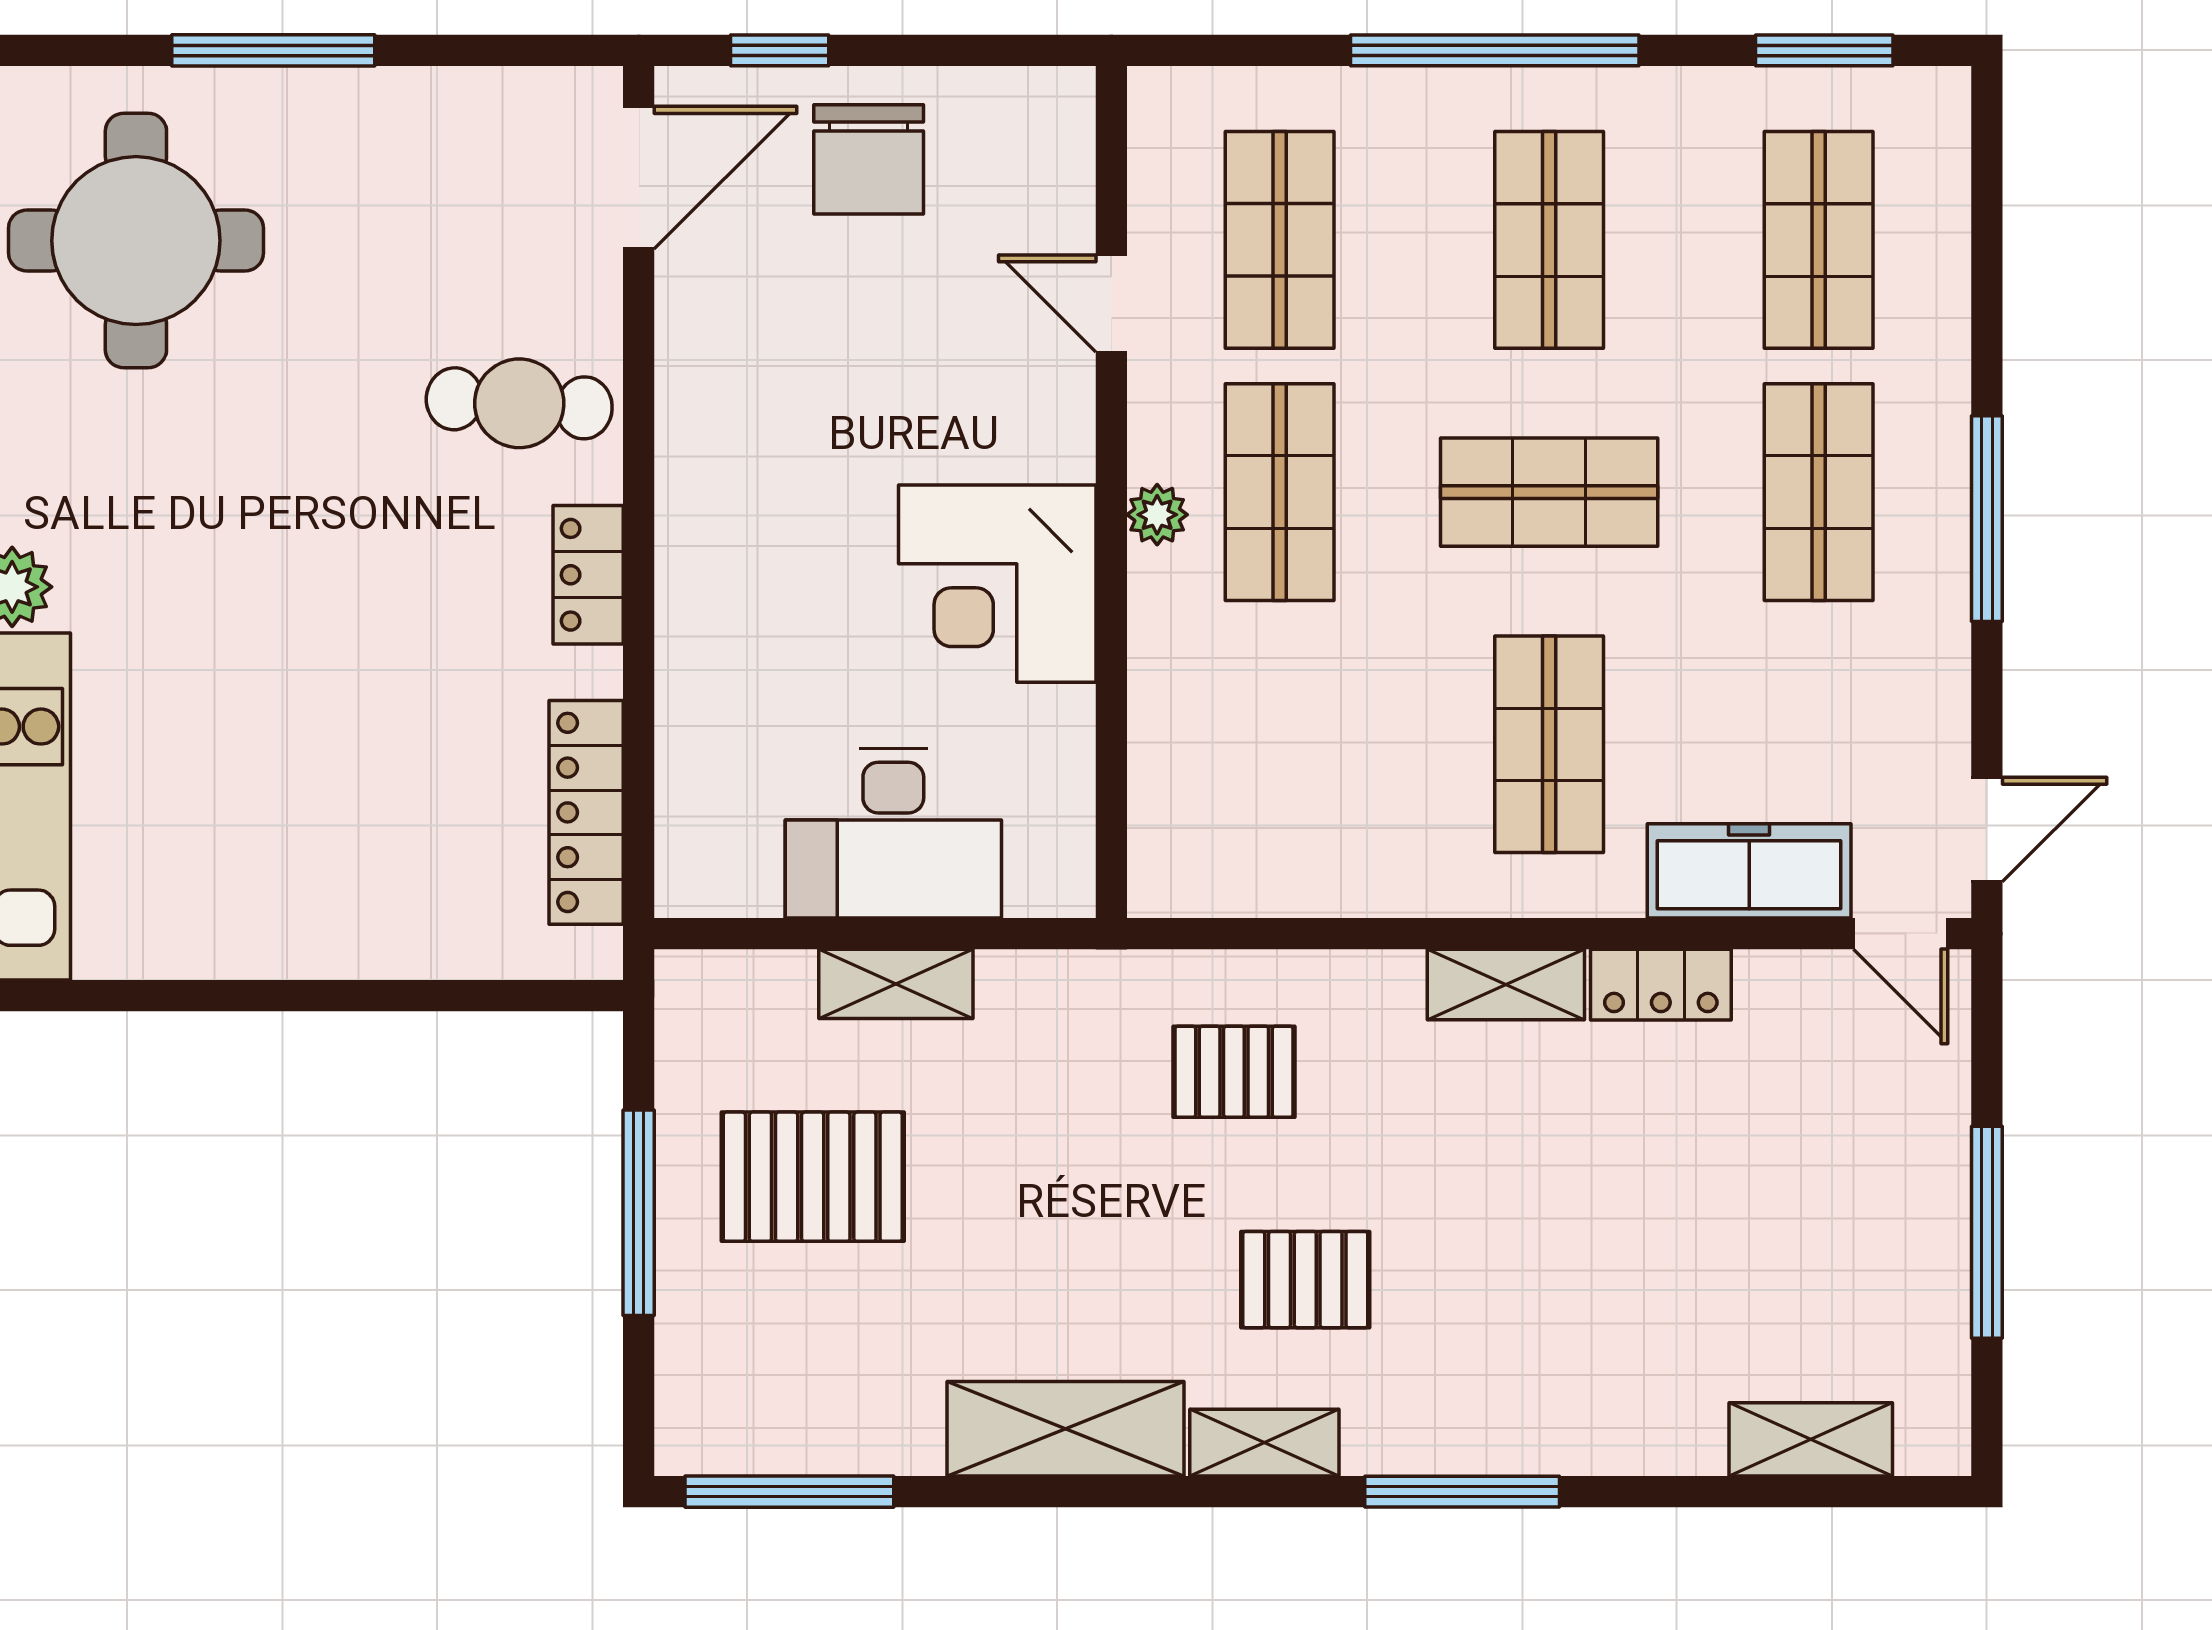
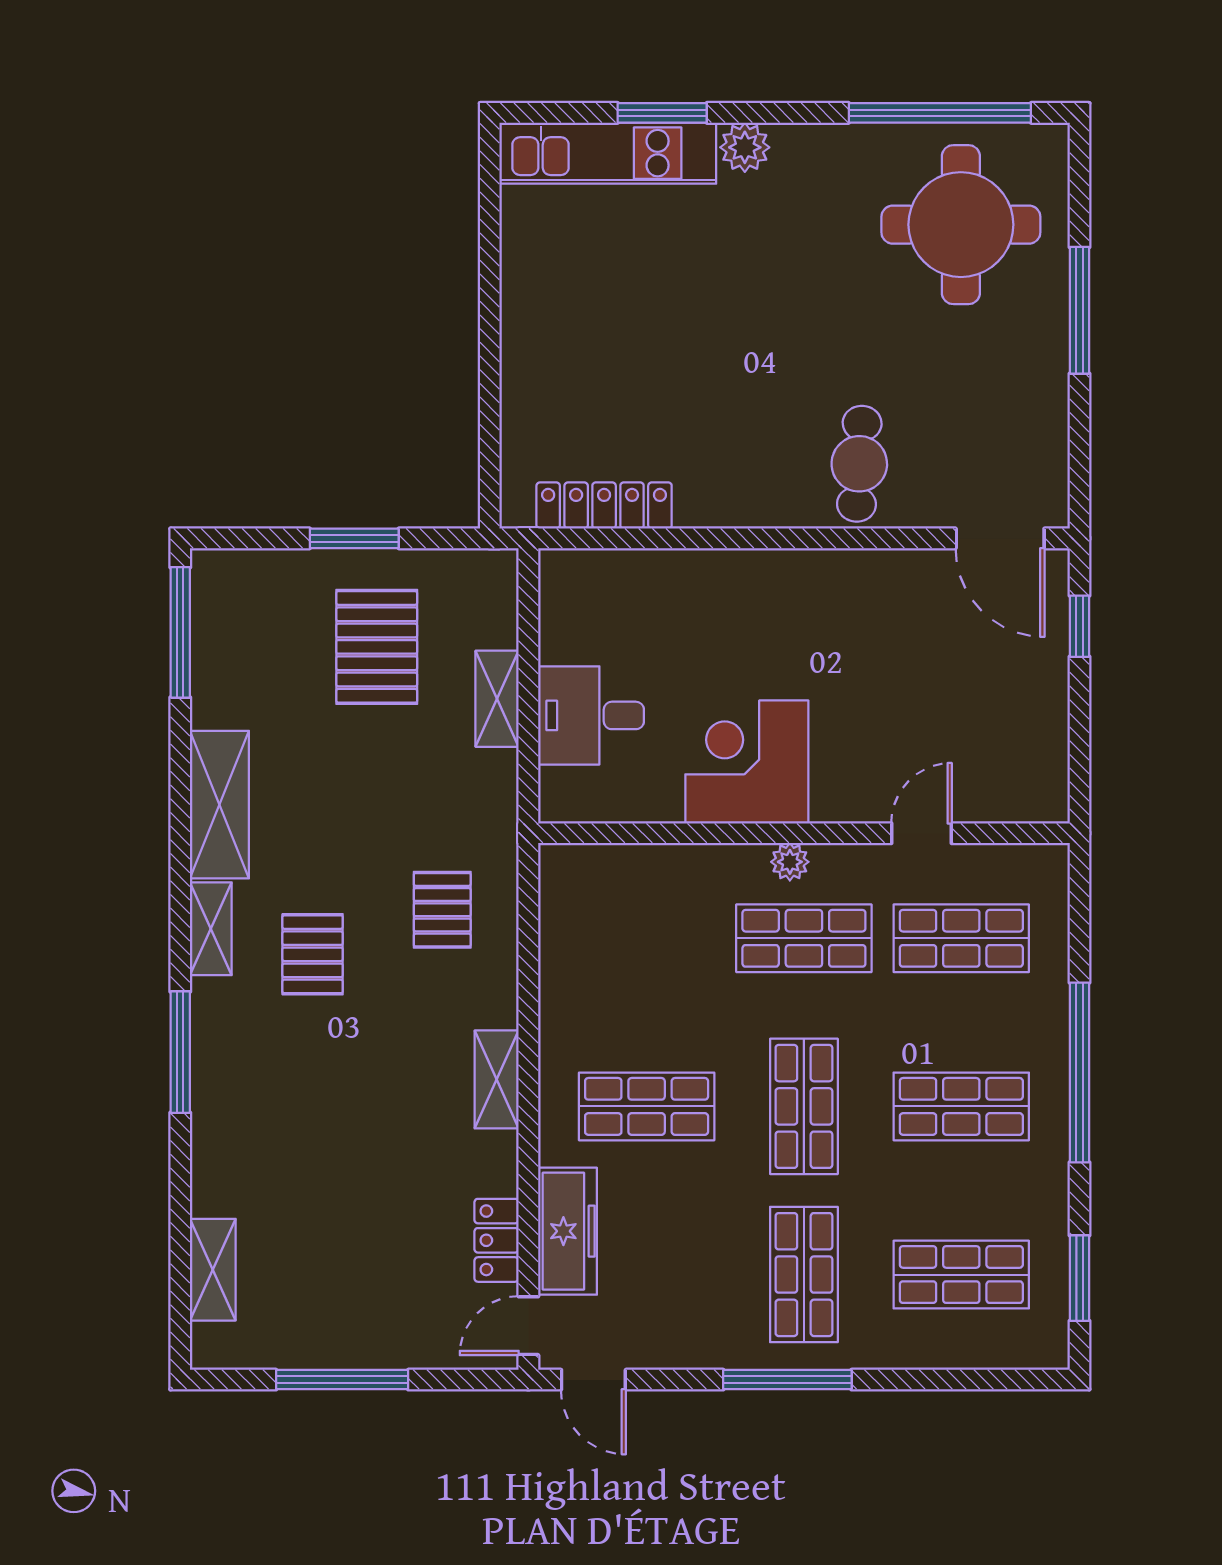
chair: (869, 159) -> (1011, 682), removed
shop shelf: (1819, 492) -> (804, 1275), turned 90
locker: (588, 575) -> (752, 507), removed
desk: (893, 833) -> (591, 715), width x0.73
locker: (1661, 985) -> (497, 1240), moved
window: (639, 1213) -> (354, 538), width x0.69

